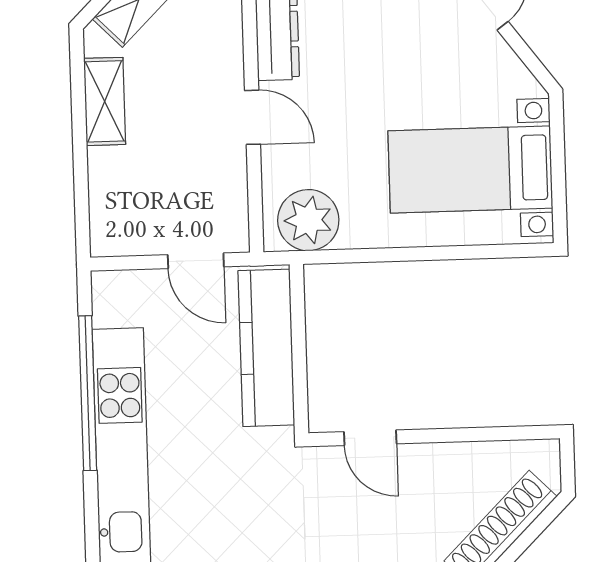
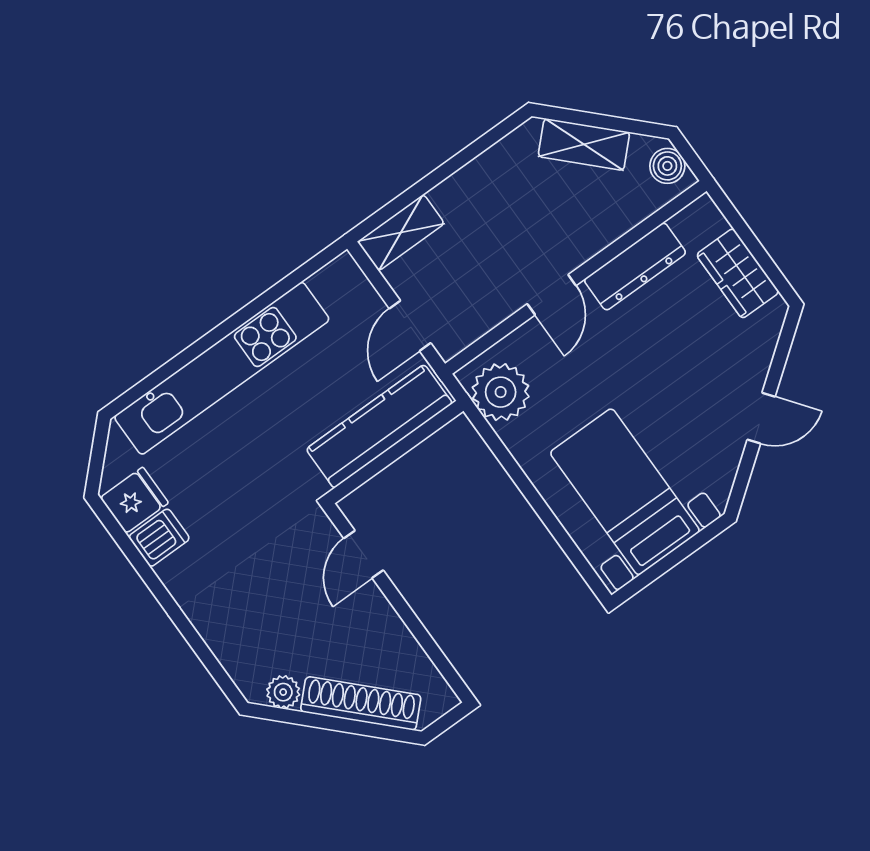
shelving: (105, 101) -> (401, 233), moved
window: (88, 393) -> (250, 311), removed

